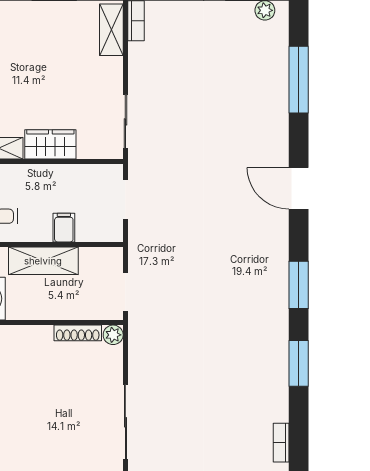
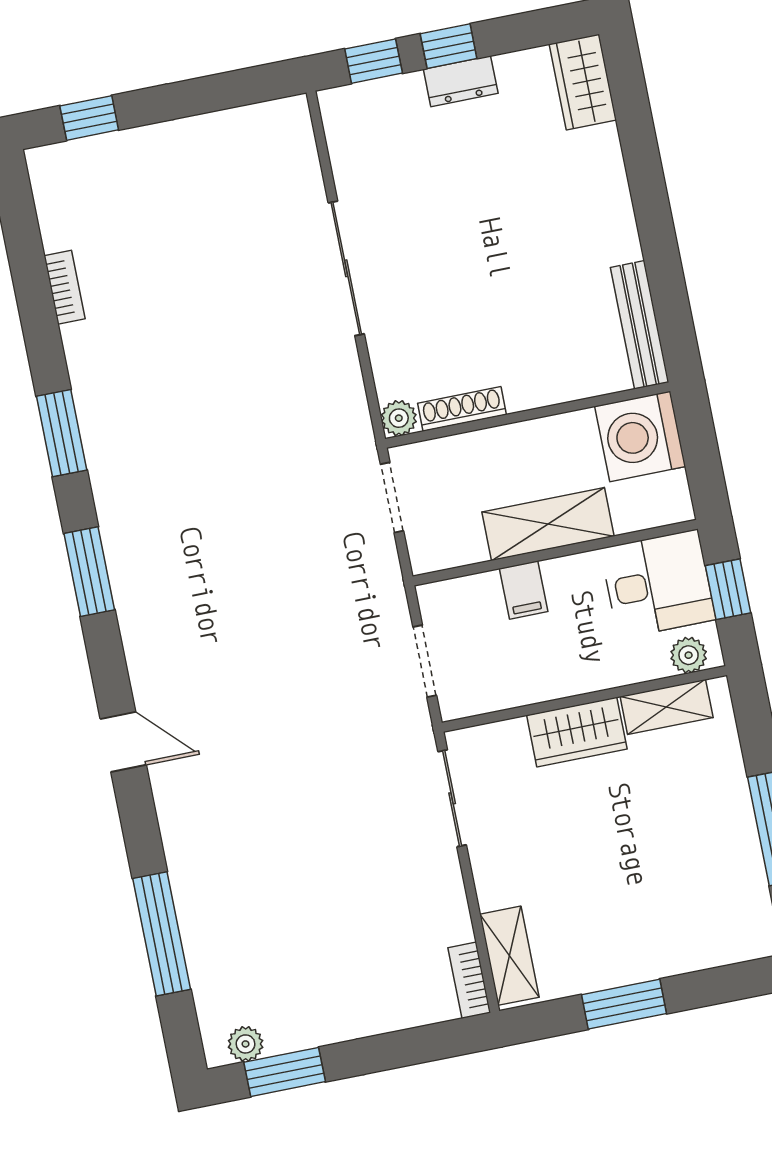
door: (299, 188) -> (123, 742), width x0.73

